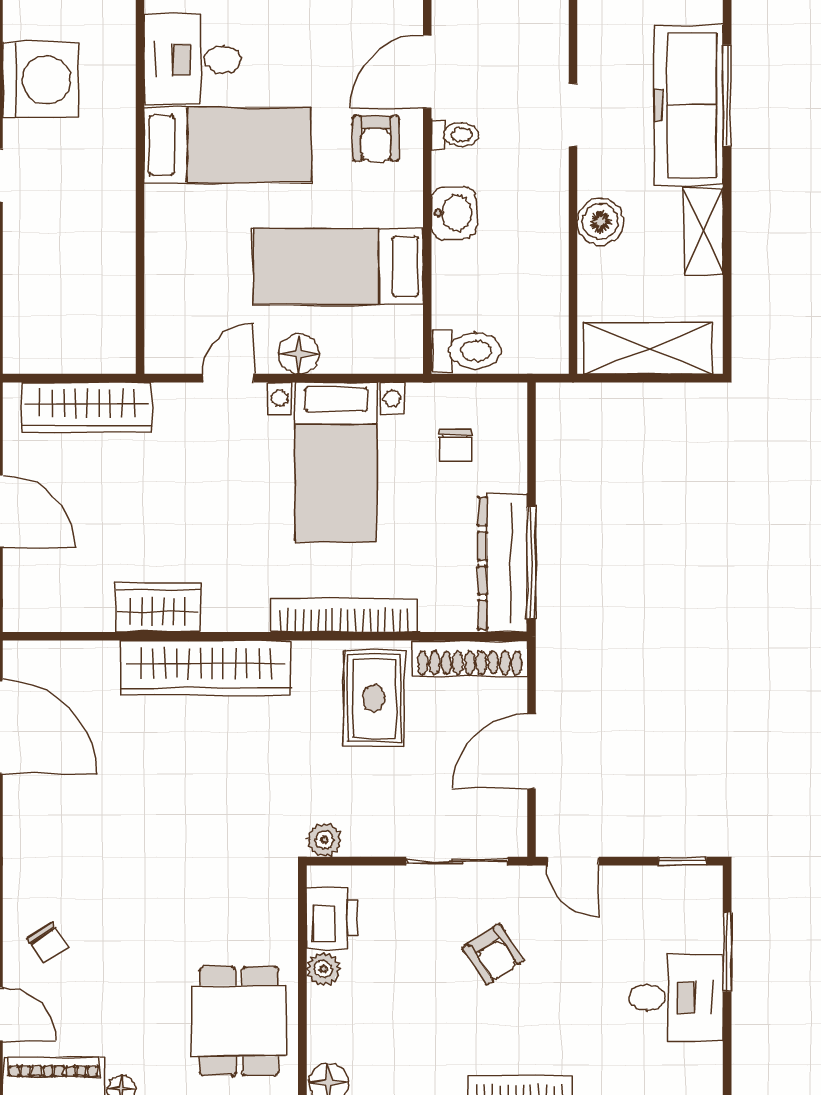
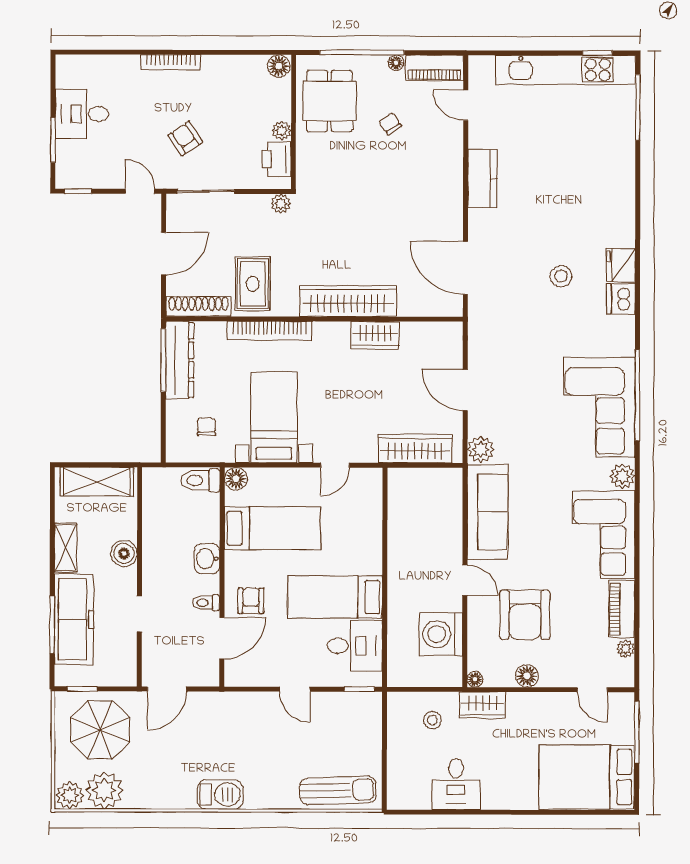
floor lamp: (299, 354) -> (236, 479), moved
chair: (47, 943) -> (390, 124), moved

